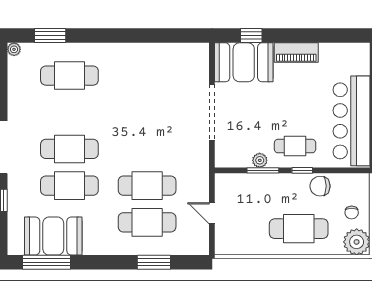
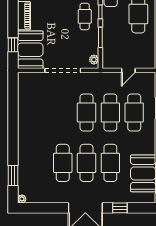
cafe table: (69, 76) -> (63, 163), moved
cafe table: (147, 149) -> (87, 113), added
plant: (260, 160) -> (94, 60), moved

